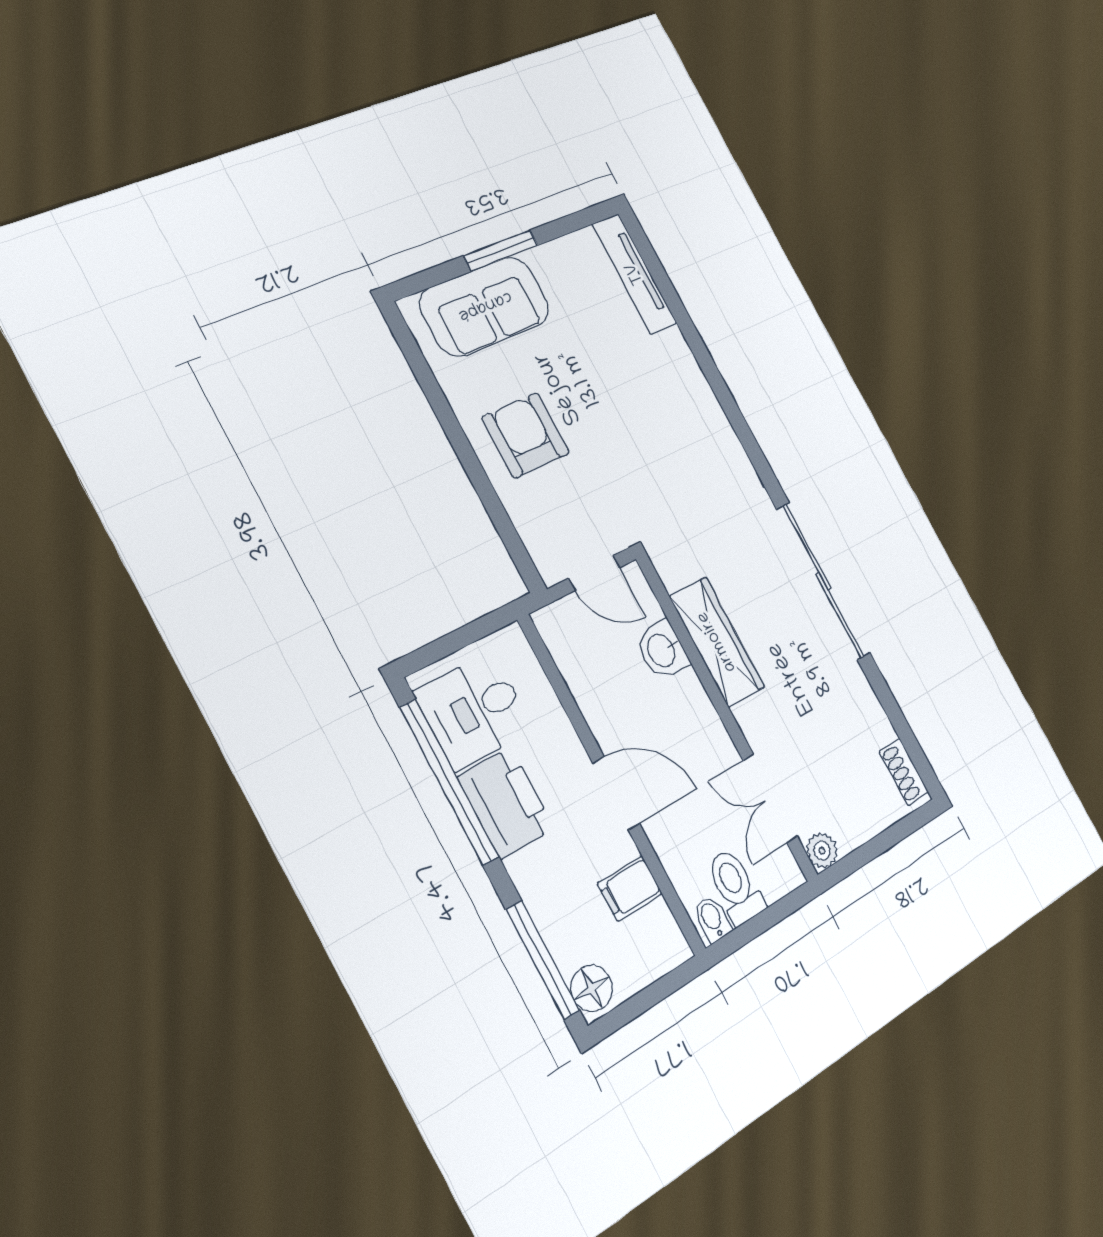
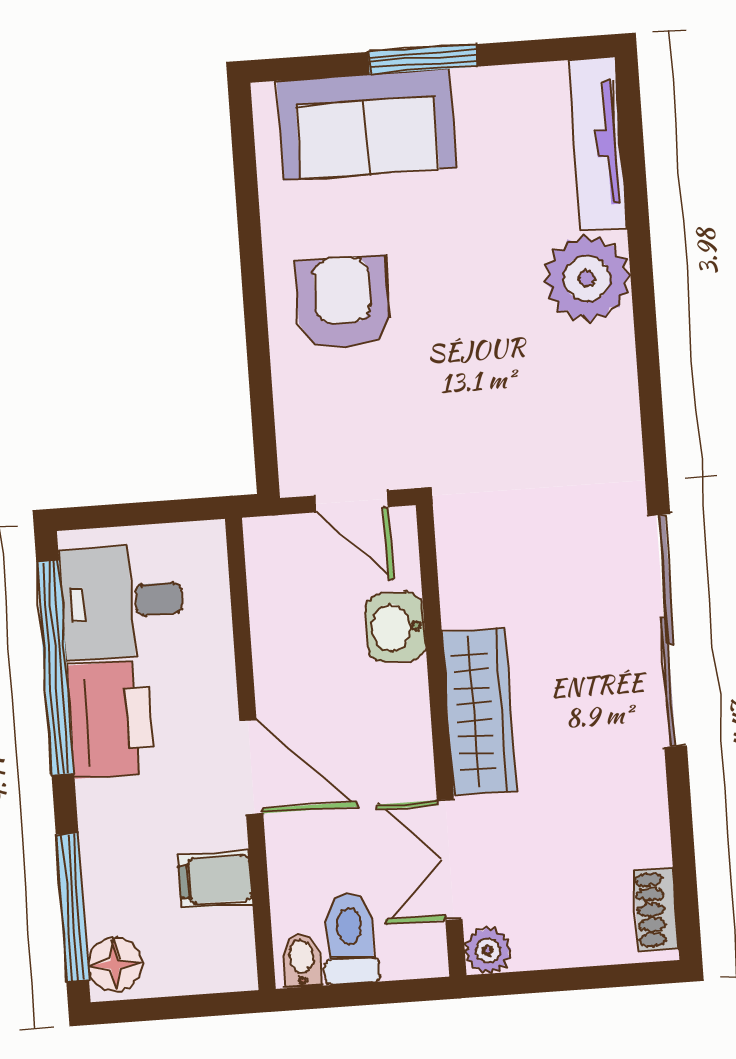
plant: (669, 365) -> (587, 278), added
wardrobe: (717, 642) -> (479, 711), moved

